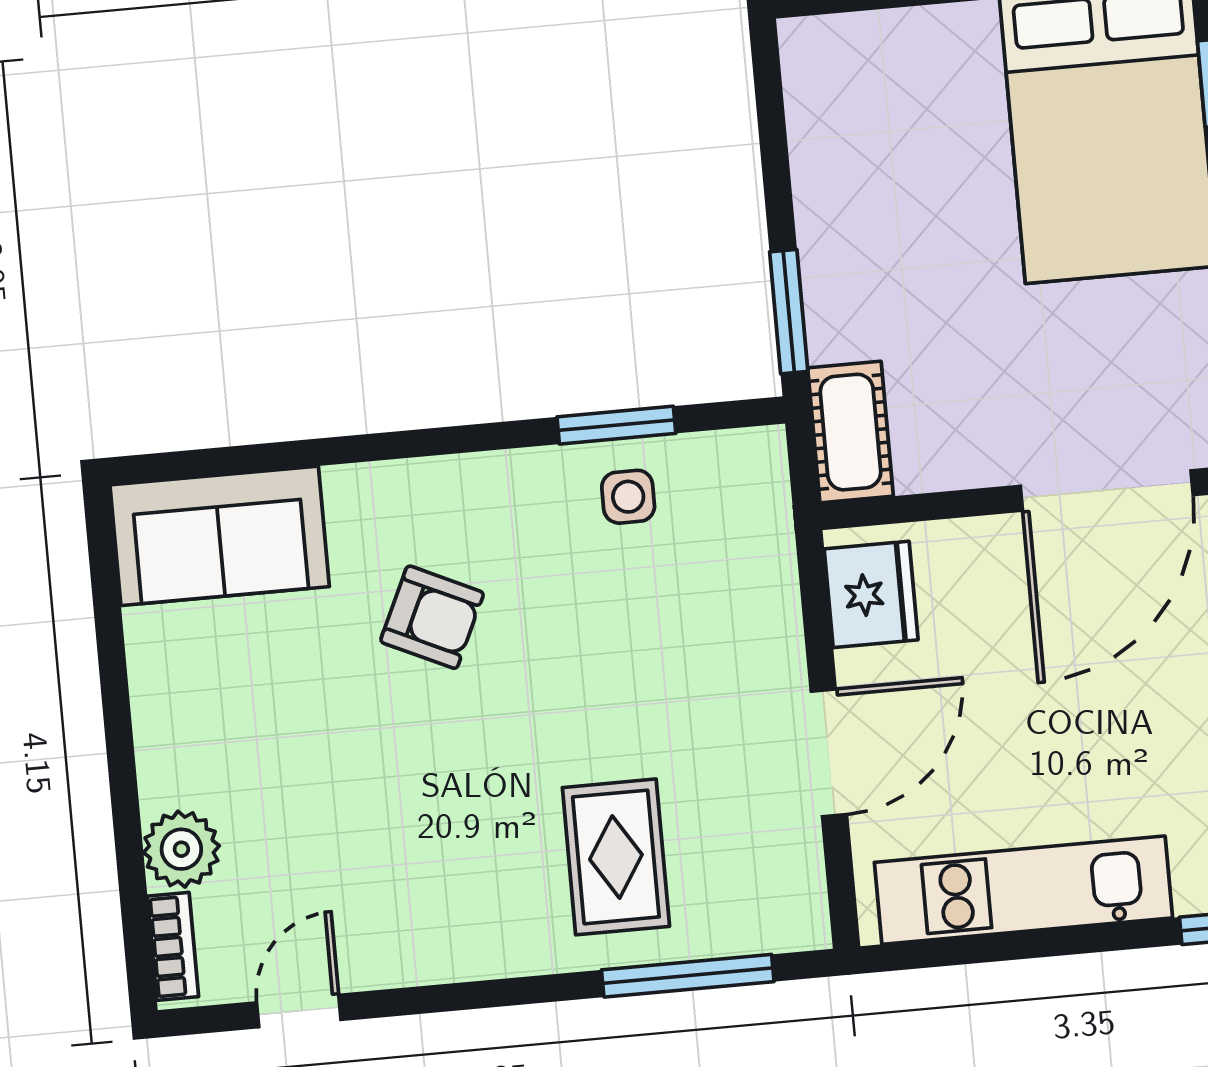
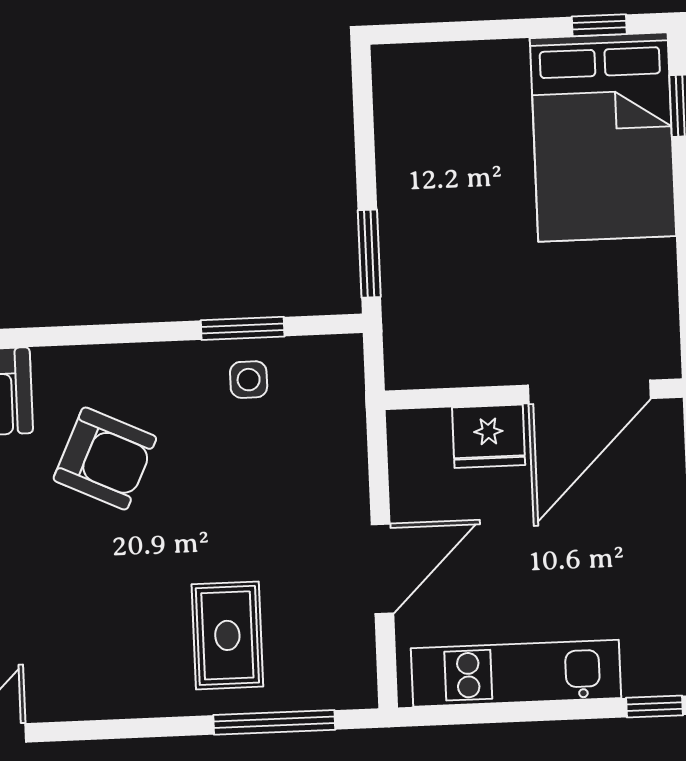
cot: (850, 432) -> (409, 341), removed
fridge: (871, 594) -> (489, 436), moved, turned 90
armchair: (432, 617) -> (105, 458), width x1.38, depth x1.38

